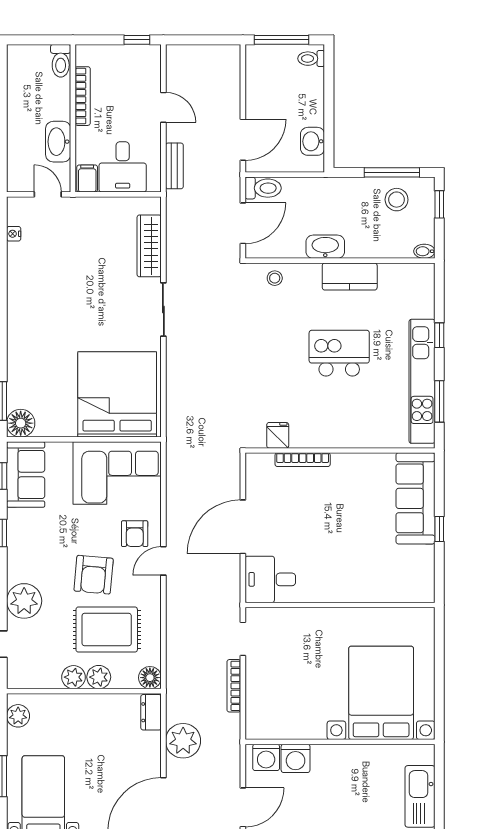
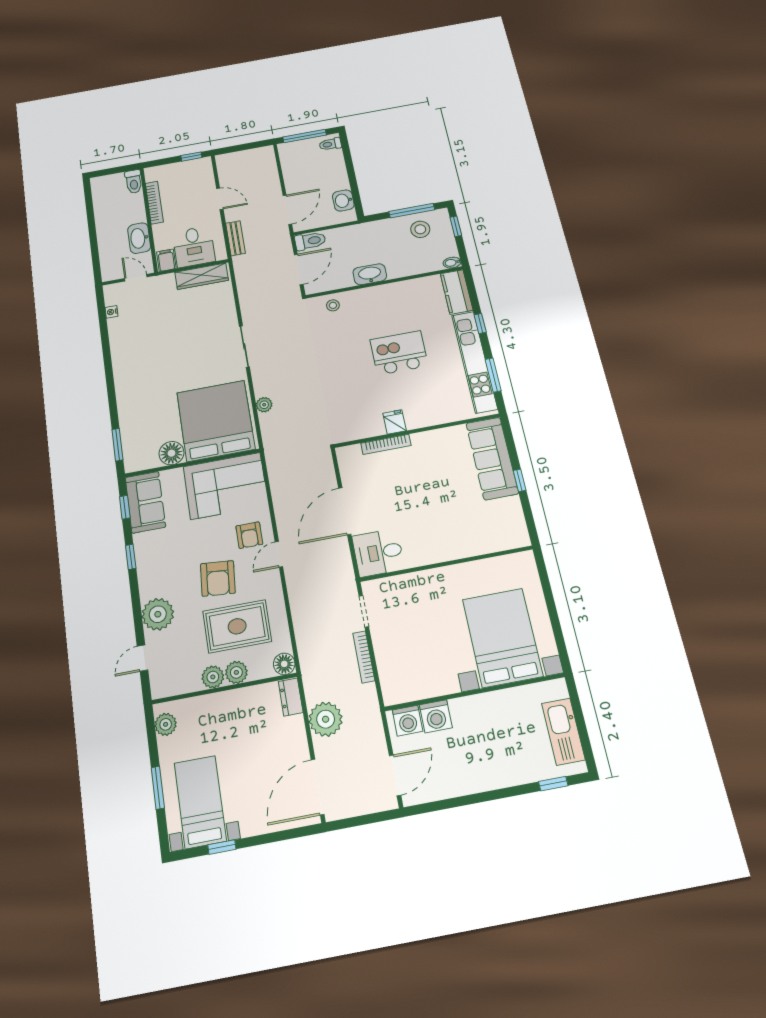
wardrobe: (149, 246) -> (202, 276), moved, turned -90
kitchen counter: (350, 276) -> (457, 292), moved, turned 90
plant: (175, 386) -> (264, 405), added
floor lamp: (21, 423) -> (171, 453), moved
fridge: (278, 435) -> (395, 422), moved

